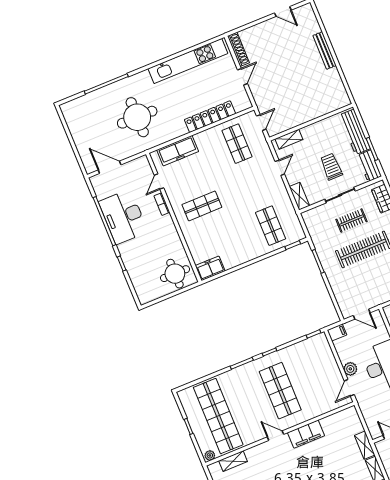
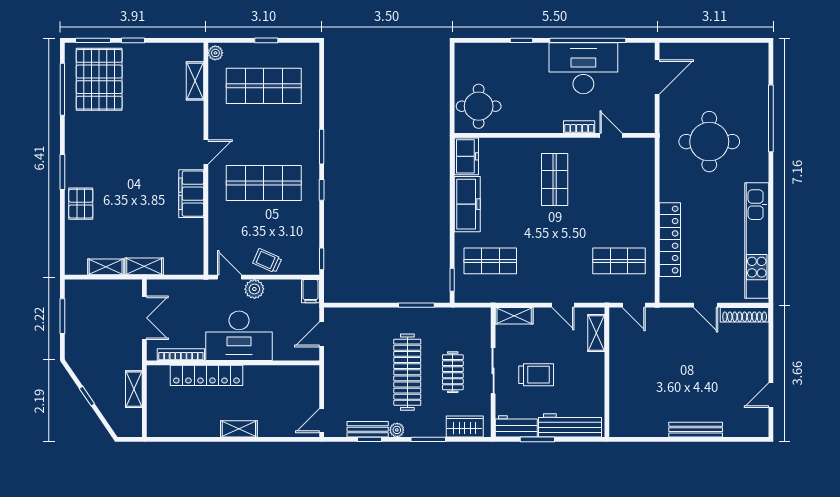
freezer: (178, 151) -> (467, 204), moved, turned 180
trolley: (329, 368) -> (267, 261), added
shop shelf: (218, 416) -> (264, 86), width x0.71

